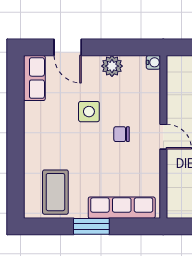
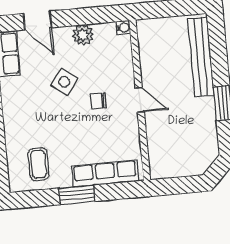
side table: (89, 112) -> (64, 82), turned 37
coffee table: (55, 192) -> (38, 164), width x0.73, depth x0.77

